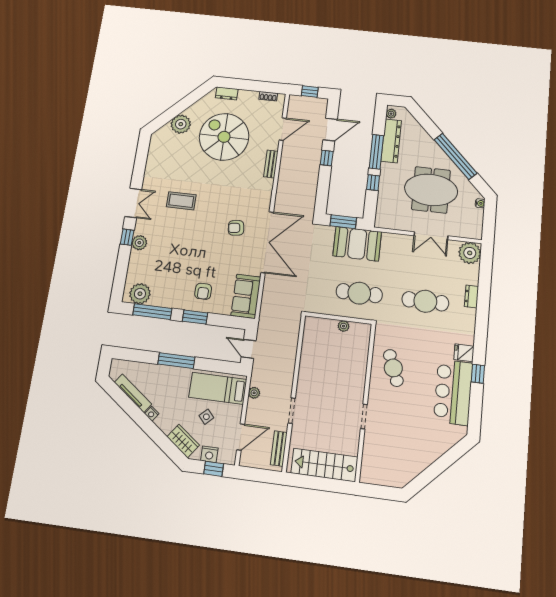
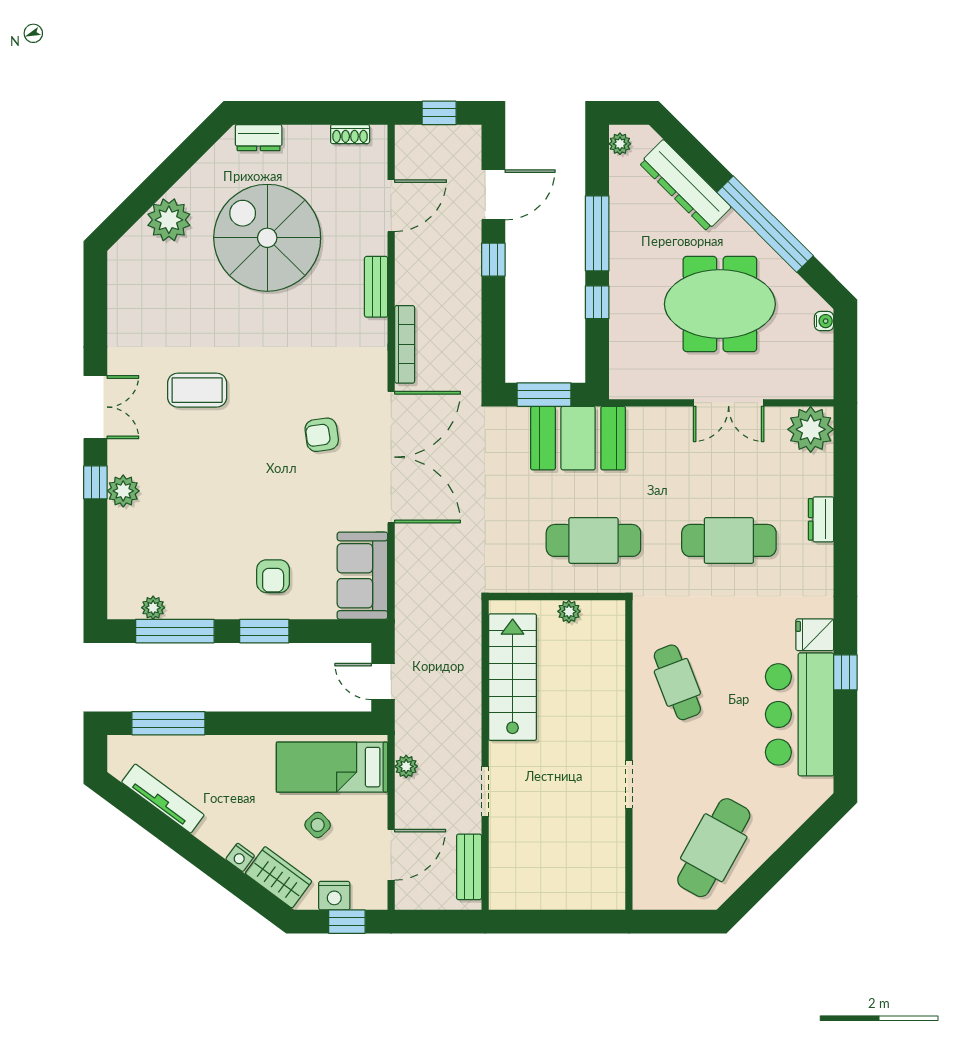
dresser: (391, 141) -> (685, 185), moved, turned 135
bookcase: (281, 191) -> (405, 344), added
plant: (140, 294) -> (153, 608), width x0.53, depth x0.53
window: (176, 361) -> (168, 723), moved
nightstand: (152, 414) -> (240, 857), moved
cafe table: (404, 455) -> (714, 848), added
stairs: (324, 465) -> (513, 677), moved, turned 90

